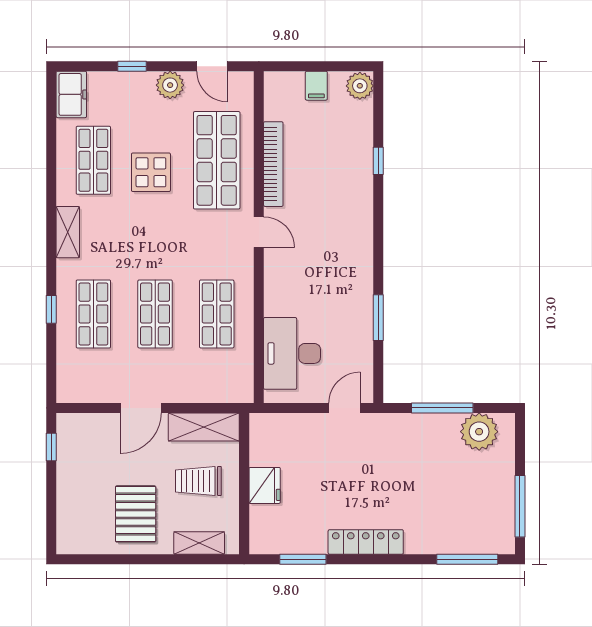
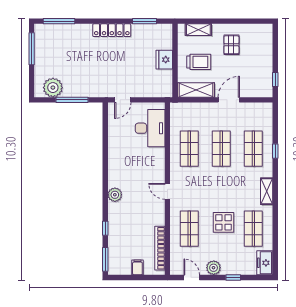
plant: (360, 86) -> (115, 195), moved
shop shelf: (217, 160) -> (189, 229), width x0.70, depth x0.74
bookcase: (273, 164) -> (160, 248), moved
window: (378, 318) -> (105, 259), moved
pallet: (136, 514) -> (231, 45), width x0.67, depth x0.71

